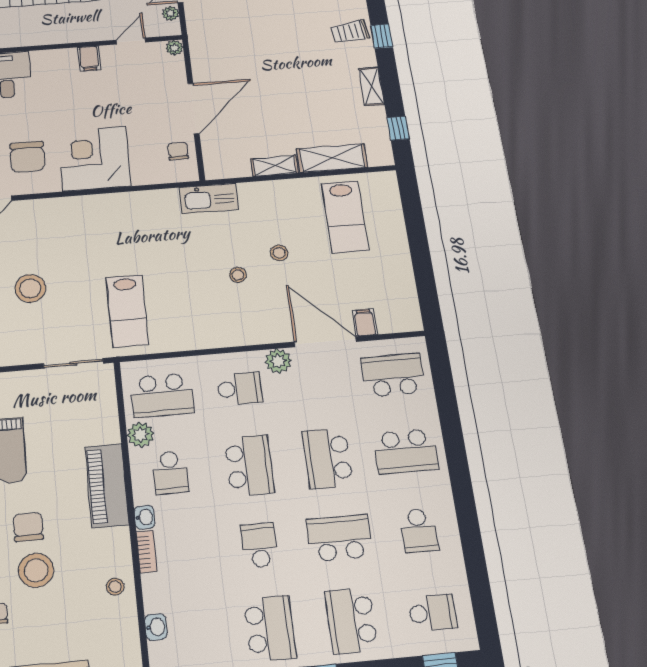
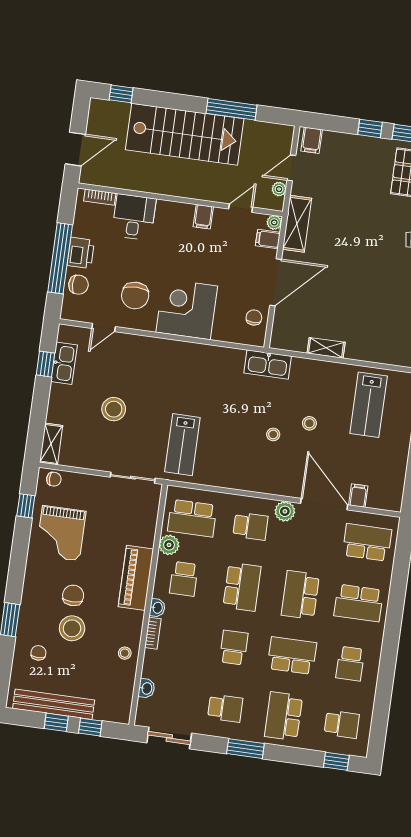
filing cabinet: (172, 66) -> (268, 239), added
shelving: (332, 158) -> (297, 224), moved, turned 90
school desk: (270, 628) -> (225, 708), width x0.54

